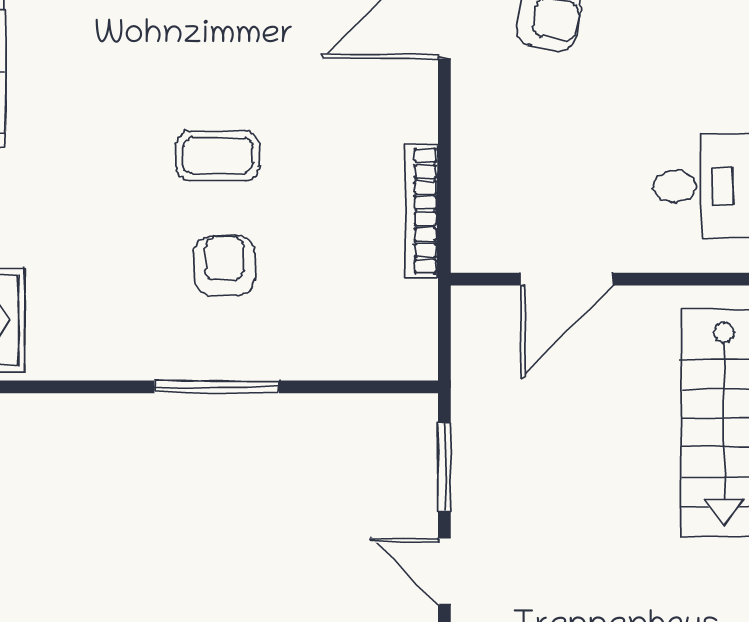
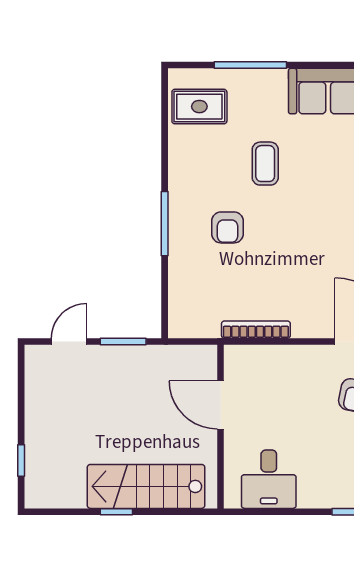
coffee table: (218, 156) -> (265, 164), moved
armchair: (224, 266) -> (227, 227), turned 90

